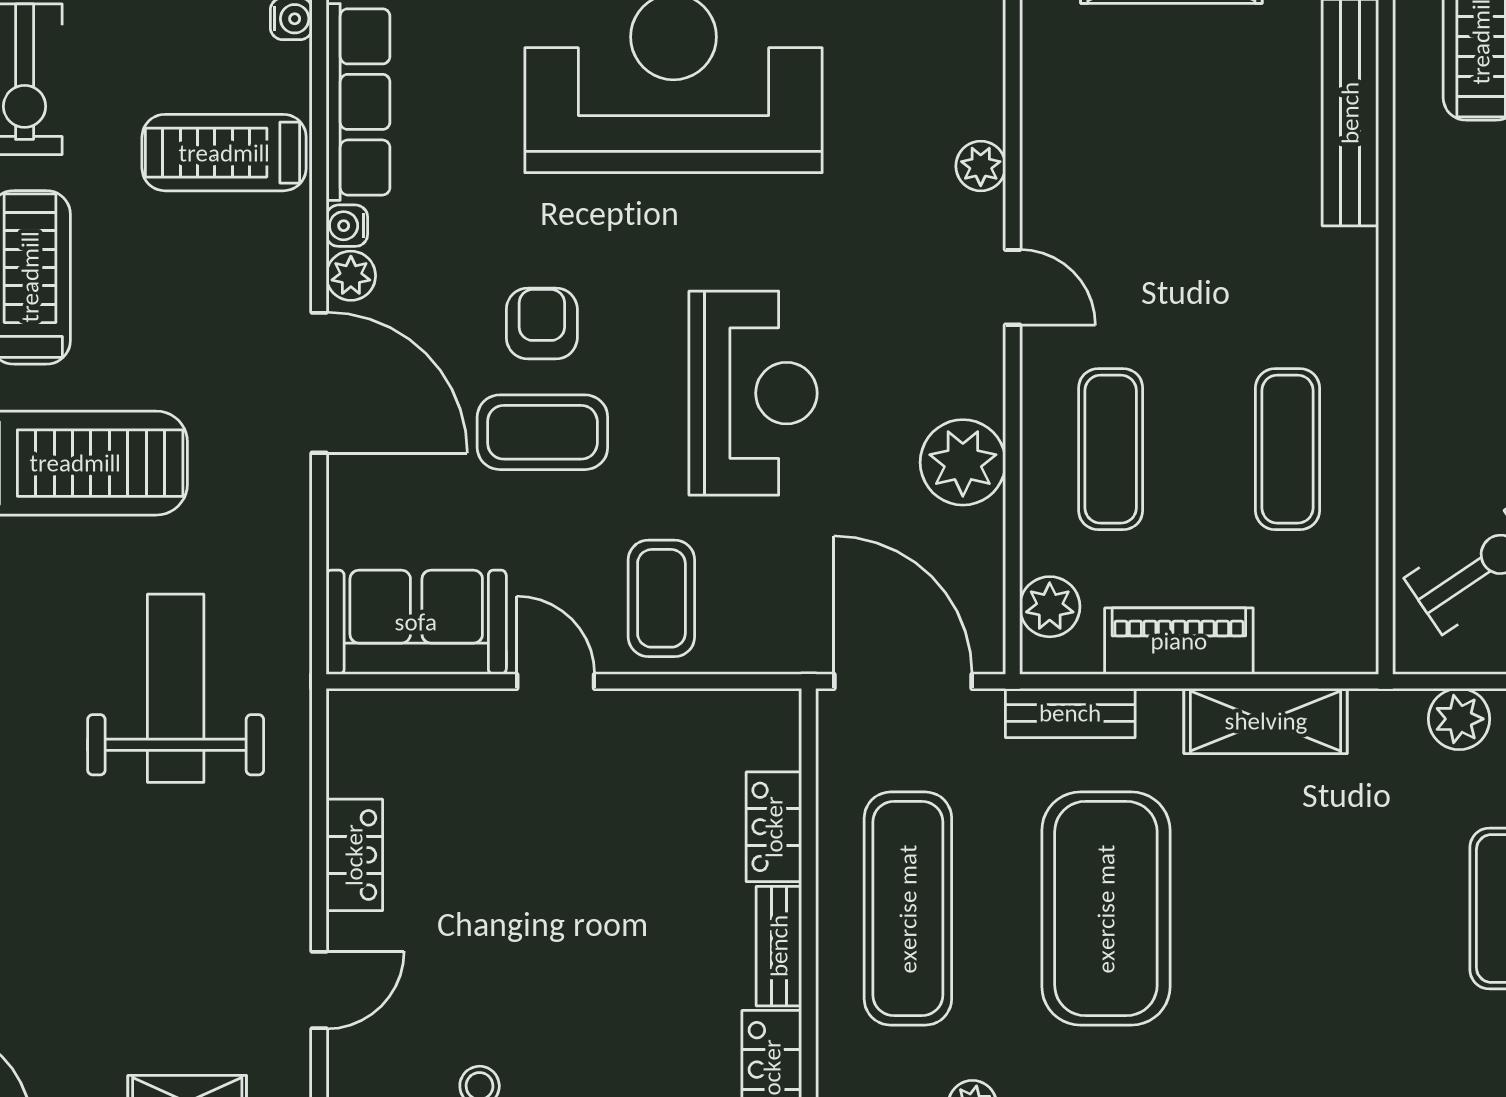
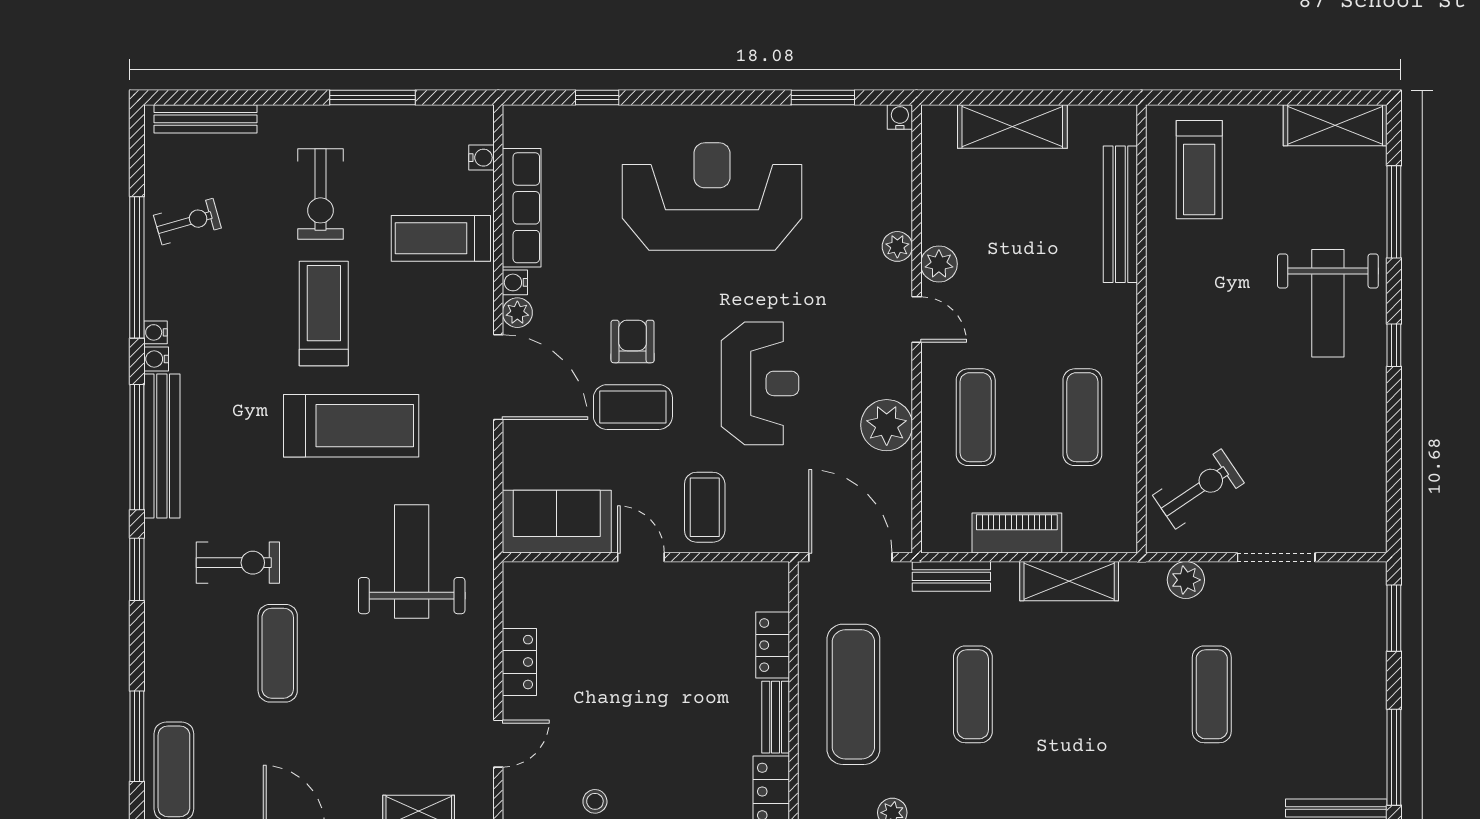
plant: (1050, 607) -> (939, 264), moved
exercise mat: (1106, 909) -> (973, 694), width x0.50, depth x0.69

